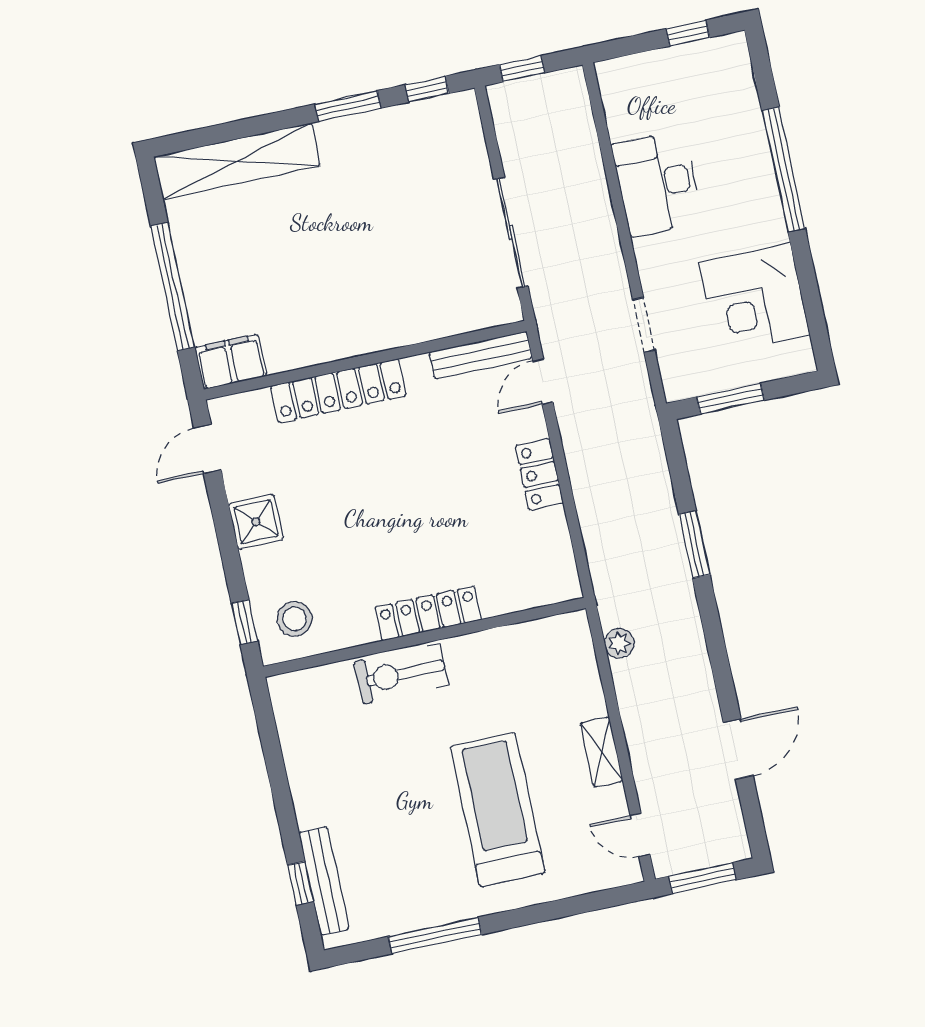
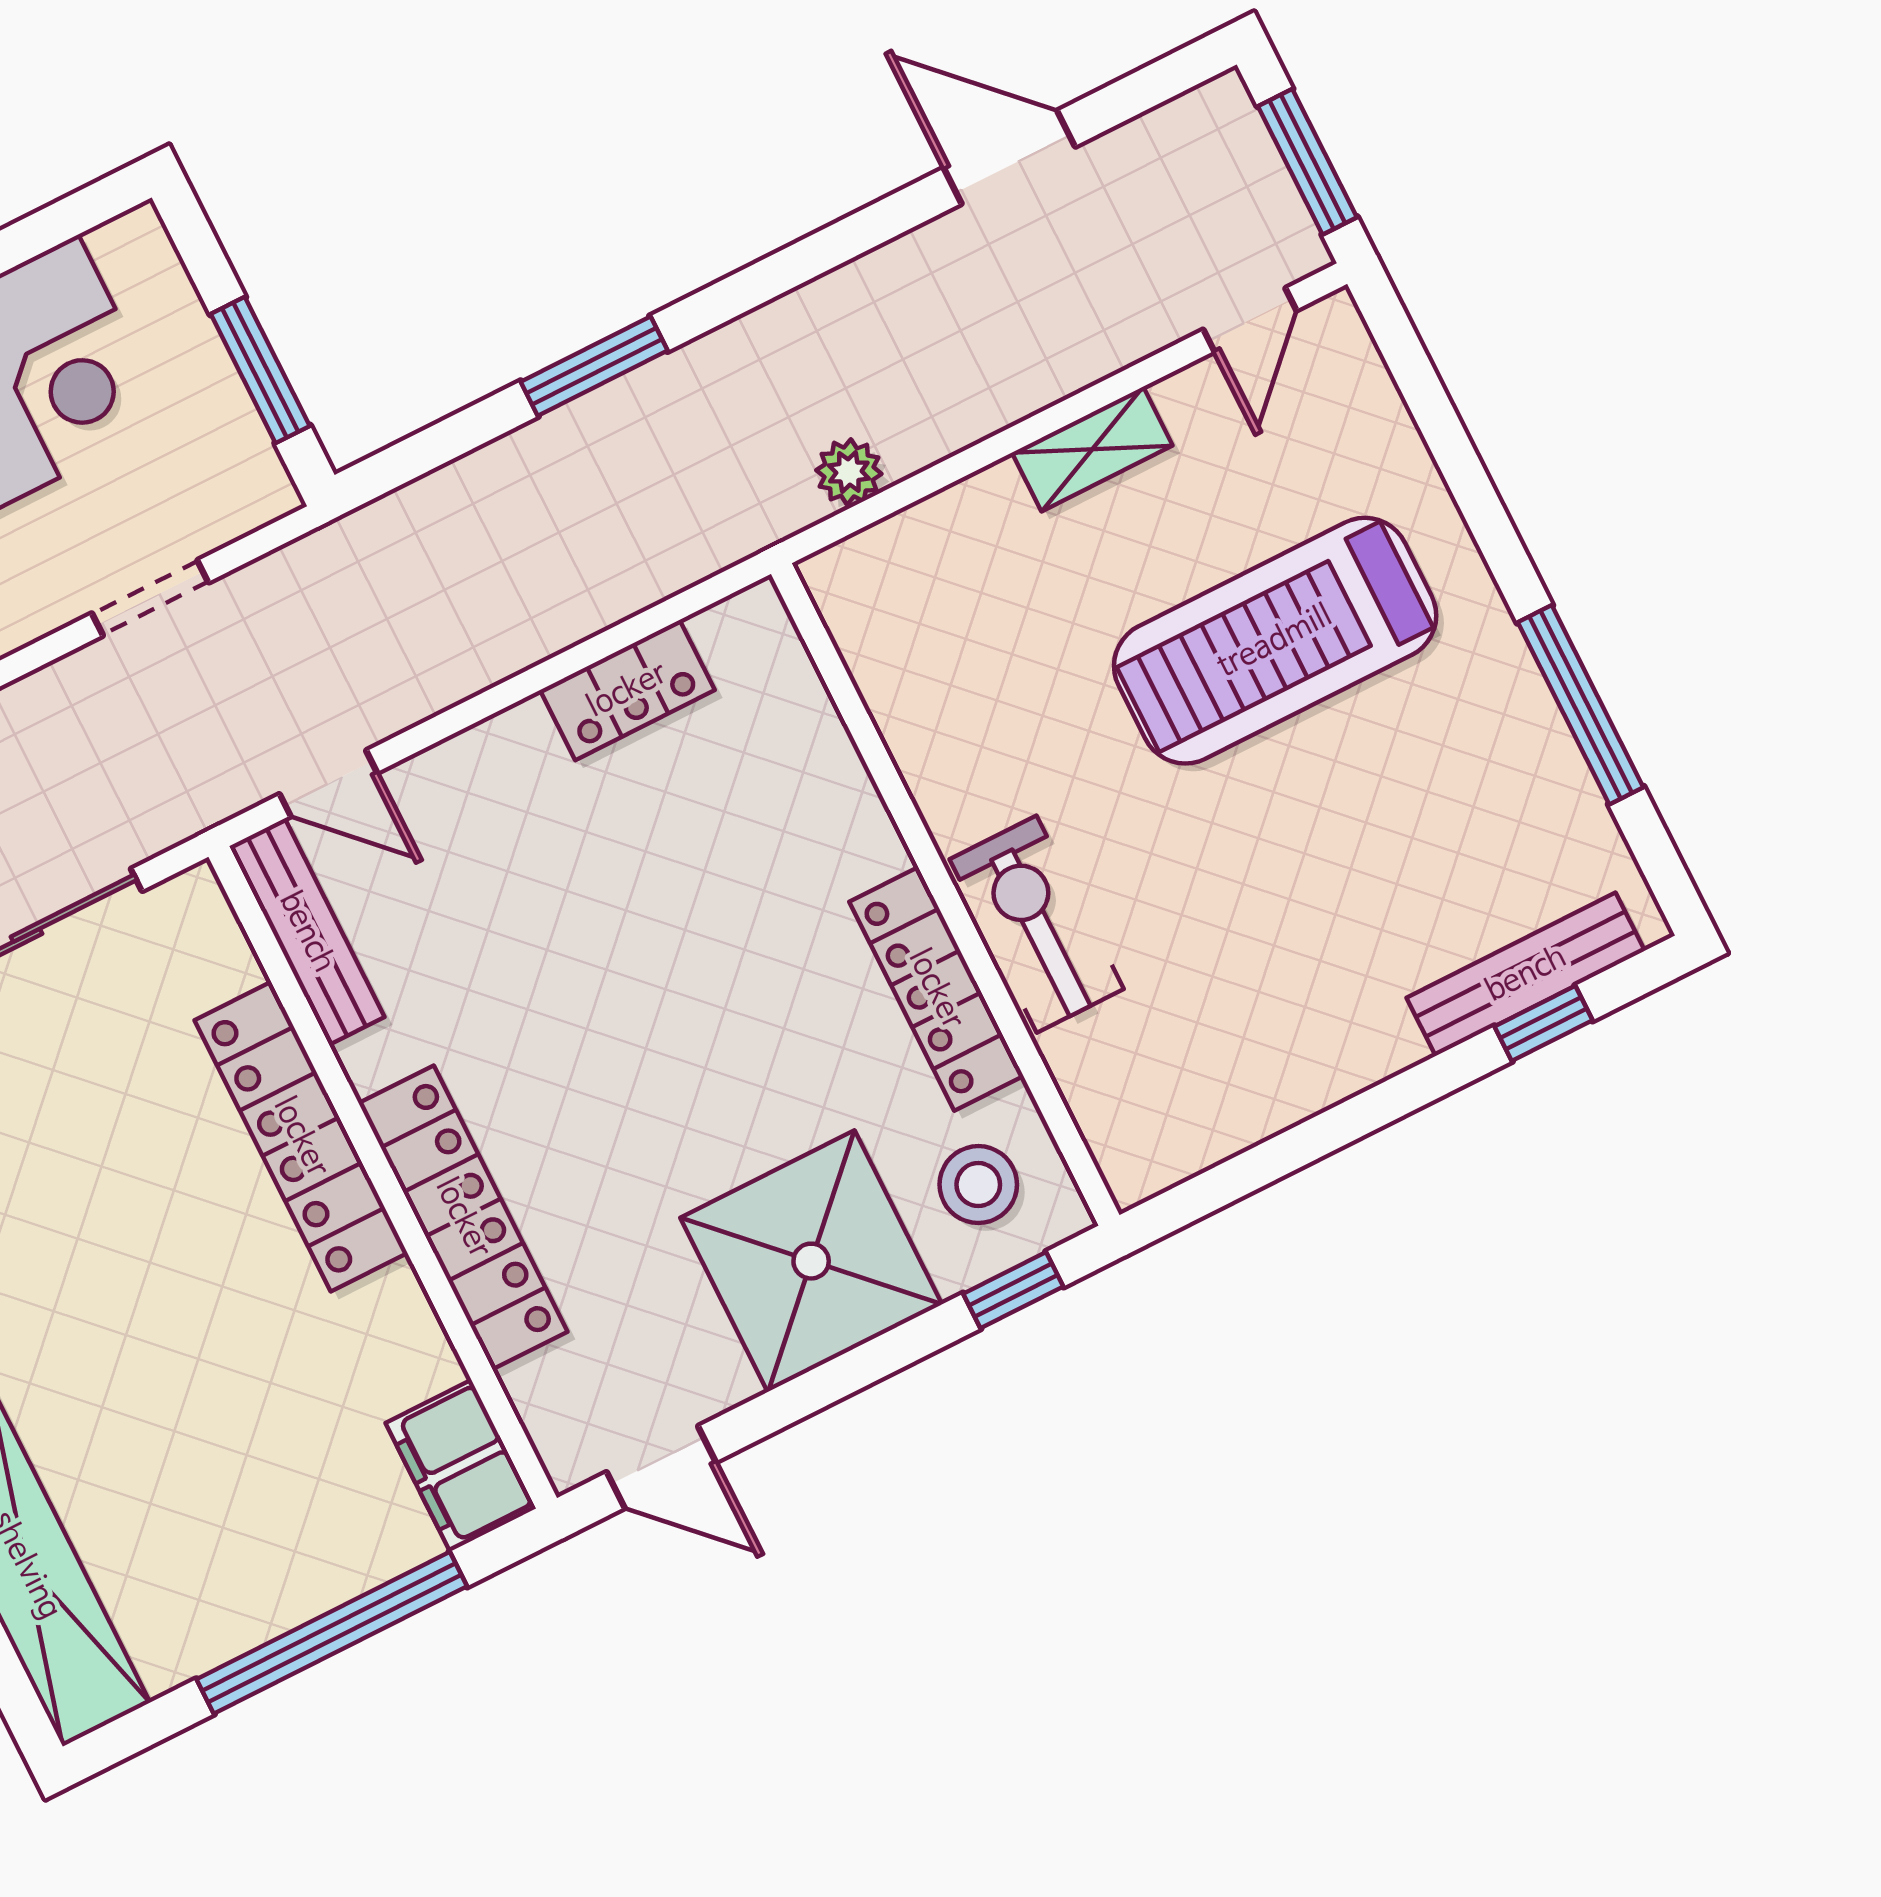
locker: (392, 329) -> (301, 1137), added
locker: (539, 474) -> (627, 690), moved
shower: (256, 522) -> (811, 1261), width x1.86, depth x1.86
locker: (428, 613) -> (936, 989), moved
exercise bike: (401, 674) -> (1037, 924), turned 180

